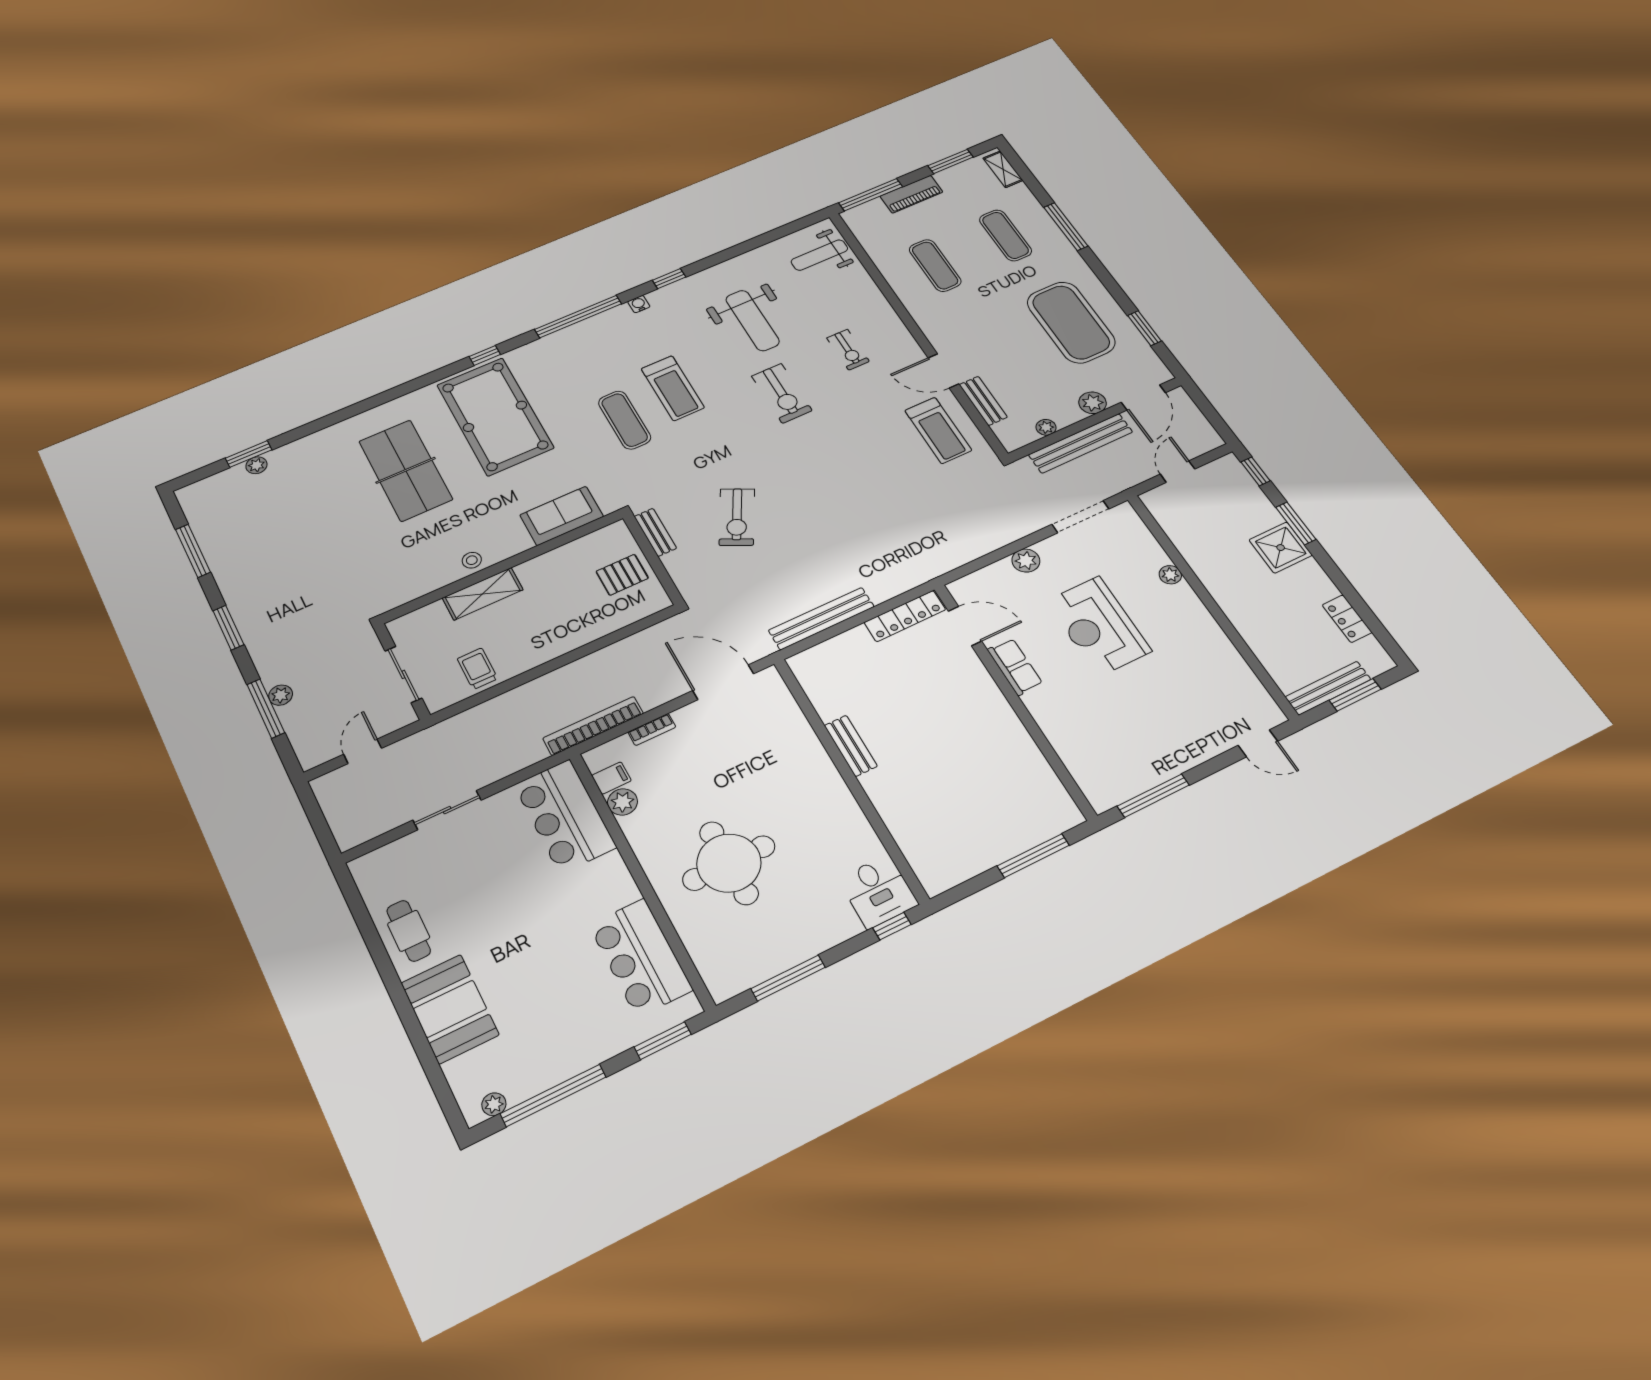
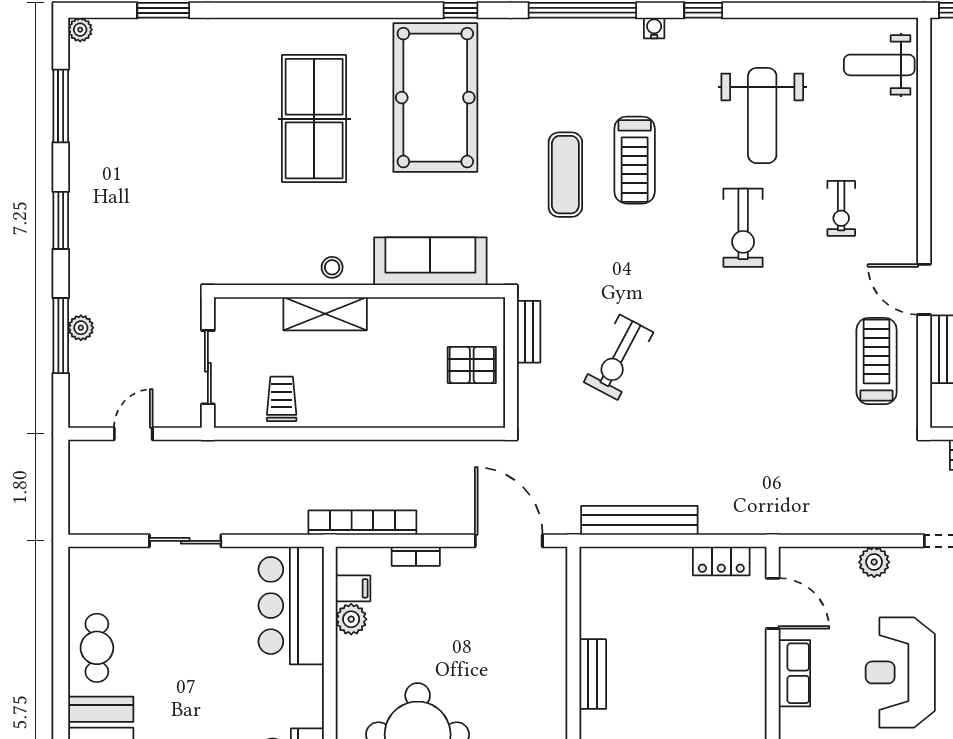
treadmill: (938, 430) -> (877, 361), turned 180
plant: (256, 465) -> (80, 30), moved
sofa: (562, 516) -> (430, 261), width x1.36
locker: (905, 616) -> (721, 561), width x0.66

